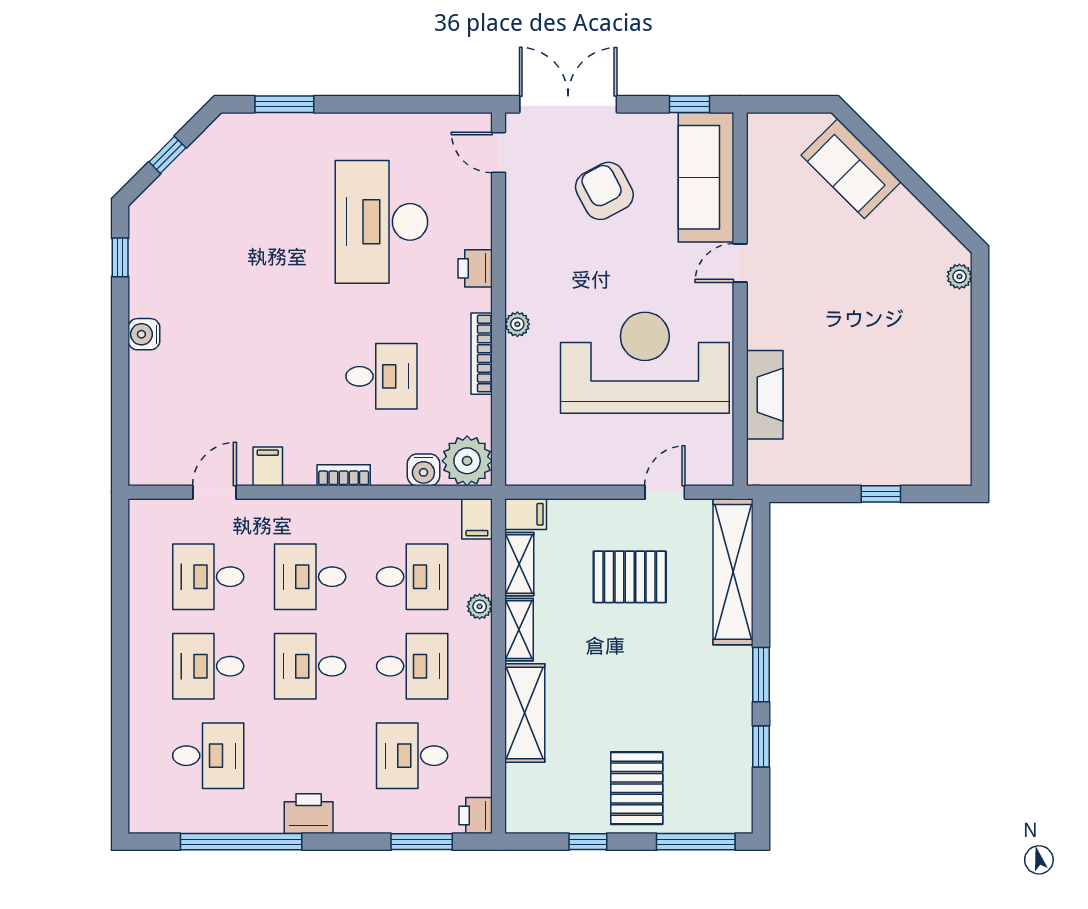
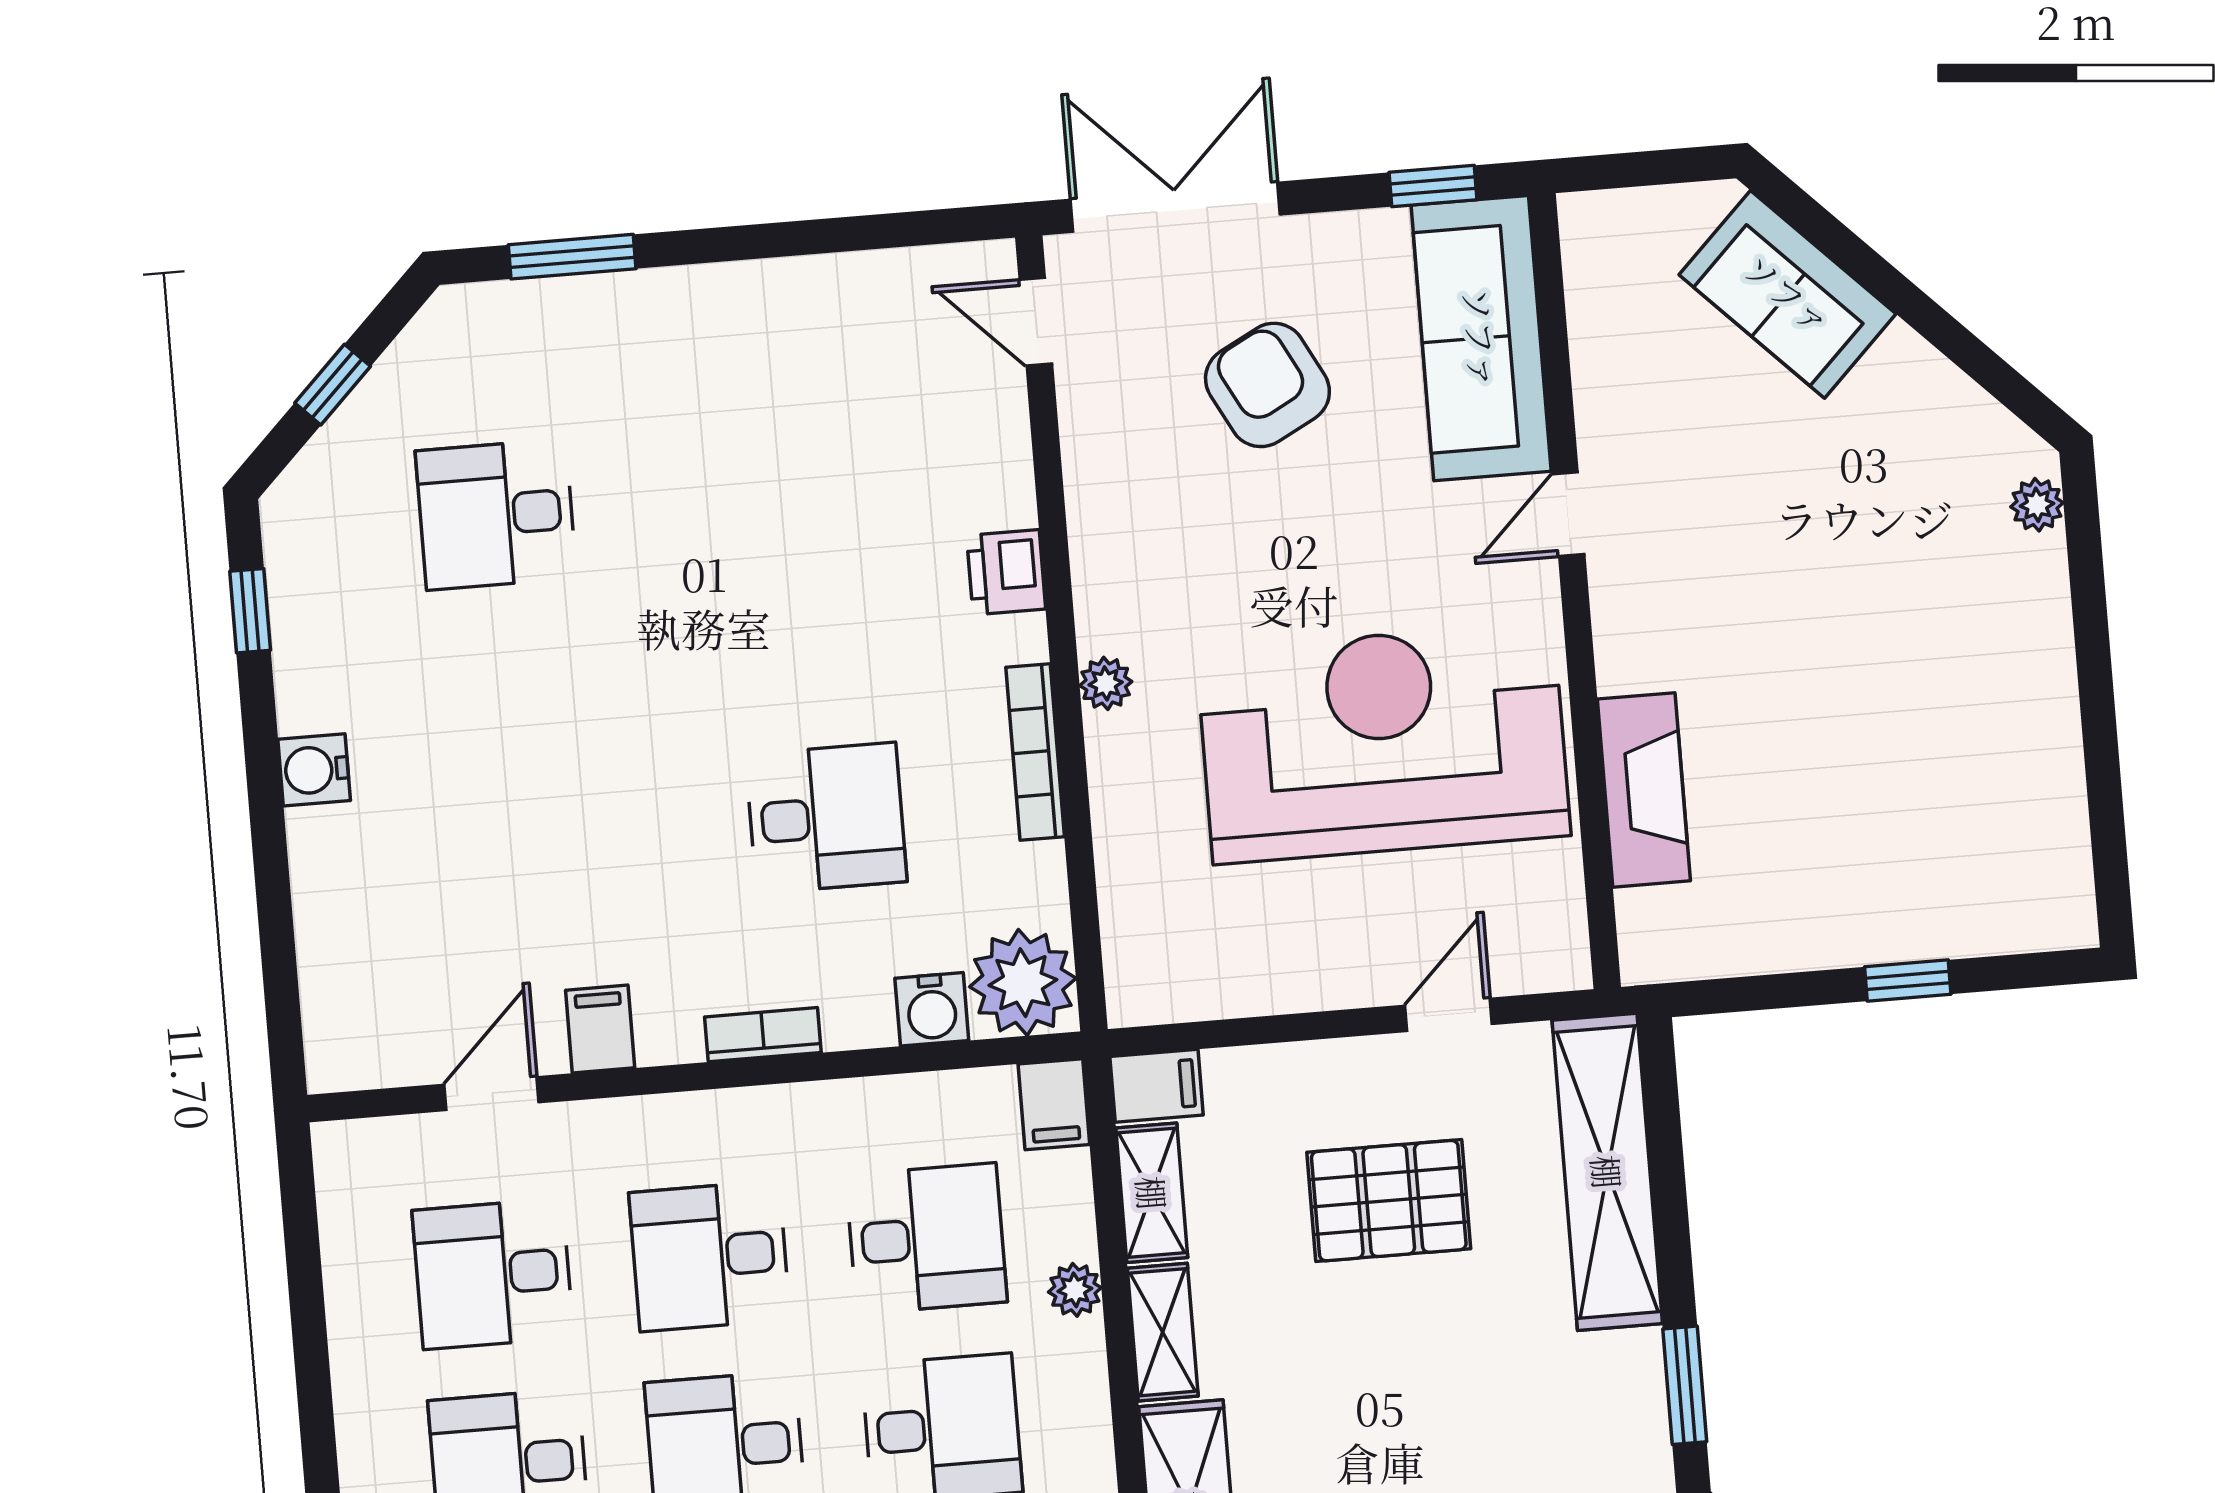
desk: (381, 222) -> (496, 515), moved, width x0.53, depth x0.77

